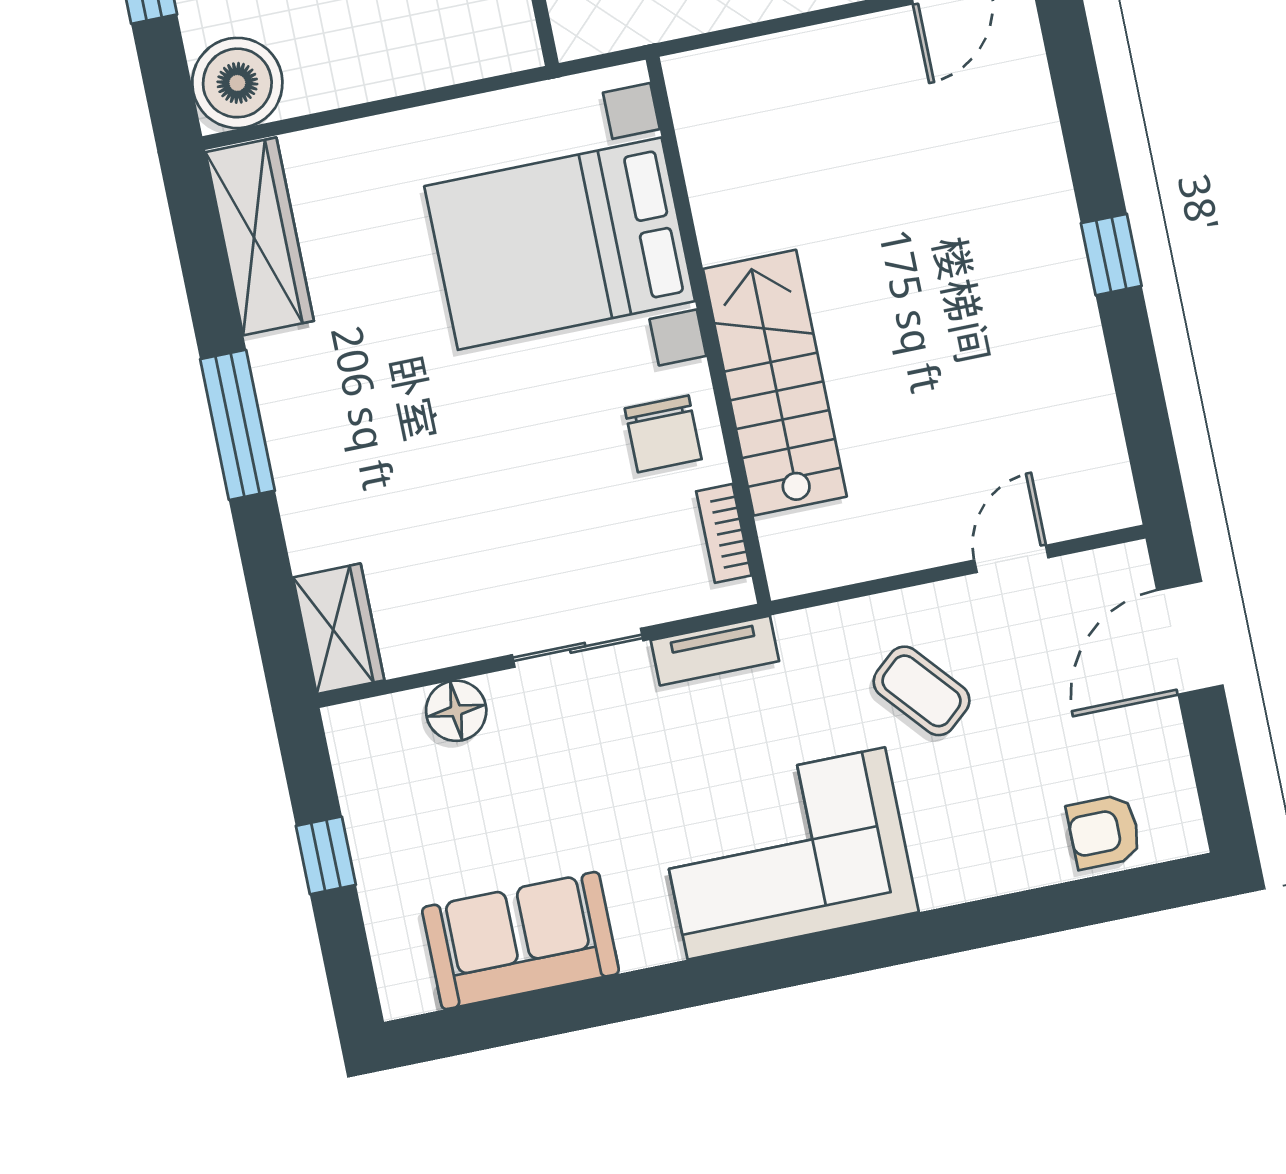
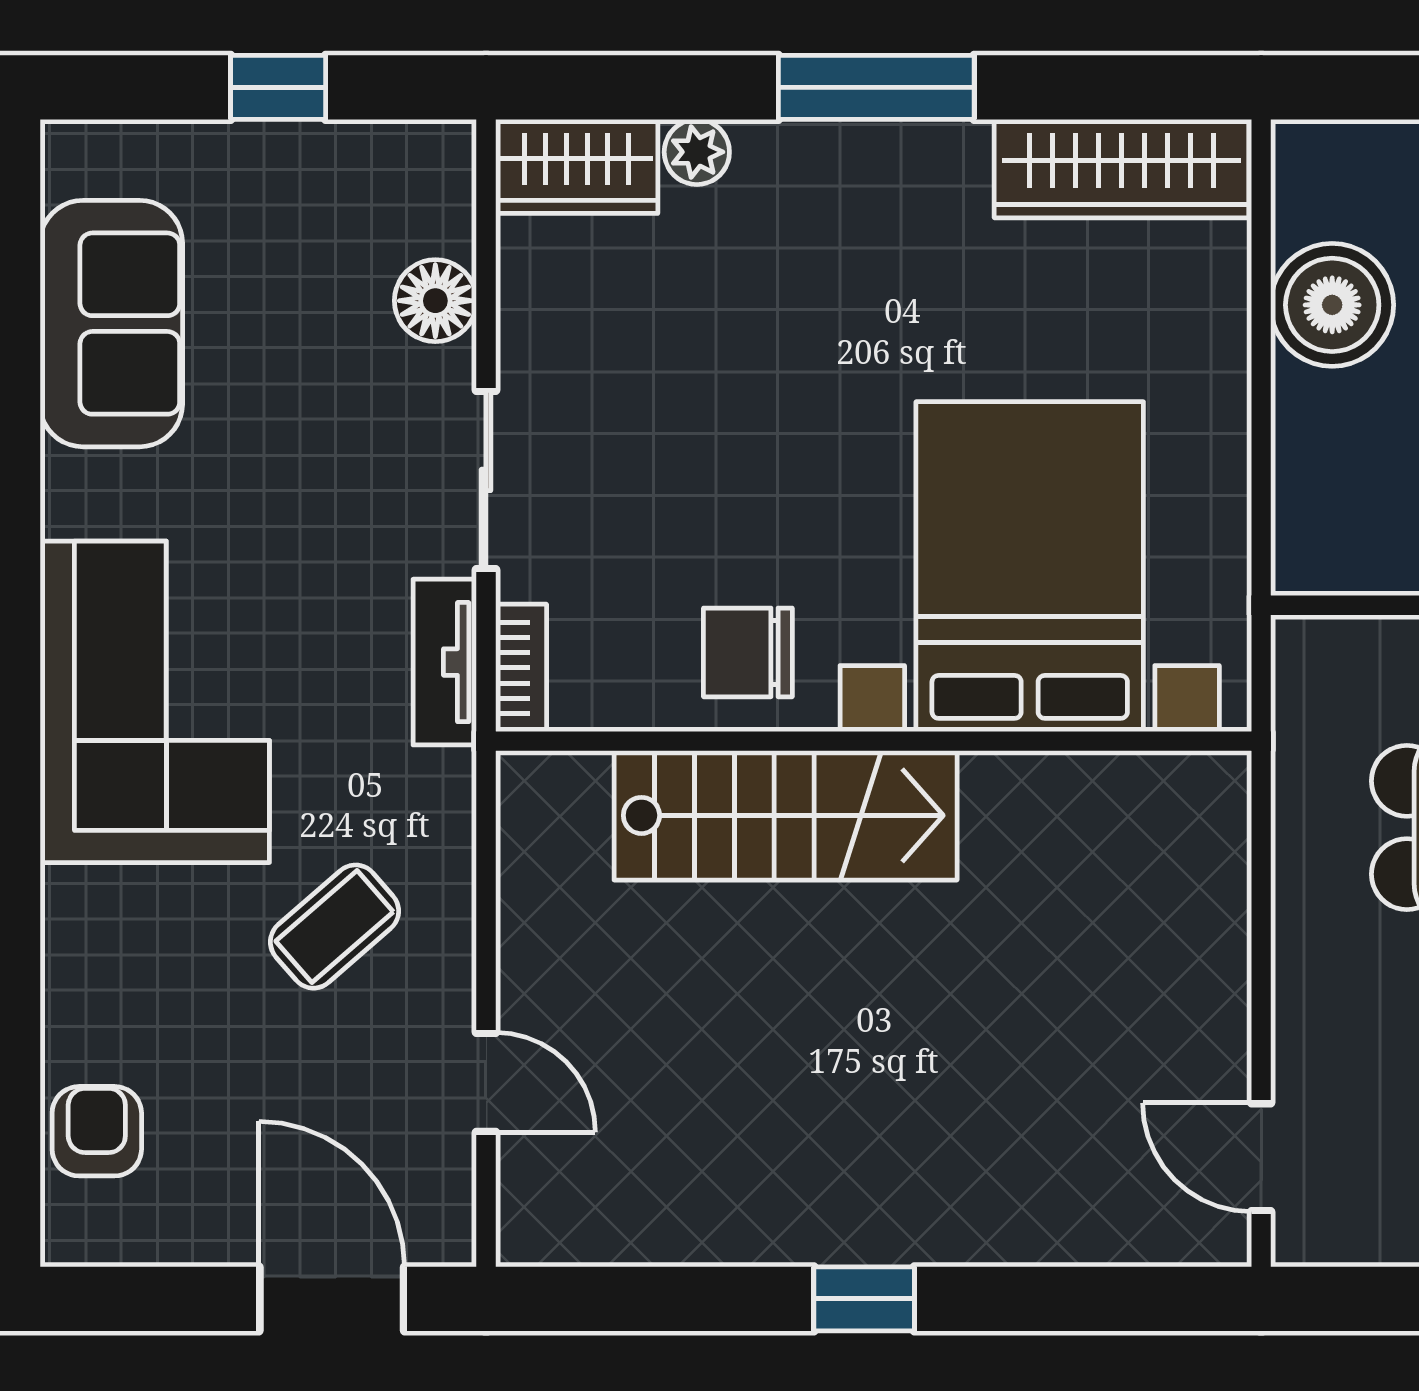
boiler: (237, 83) -> (1332, 305), moved
bookcase: (724, 533) -> (521, 668), moved, turned 90
plant: (310, 544) -> (697, 152), added

